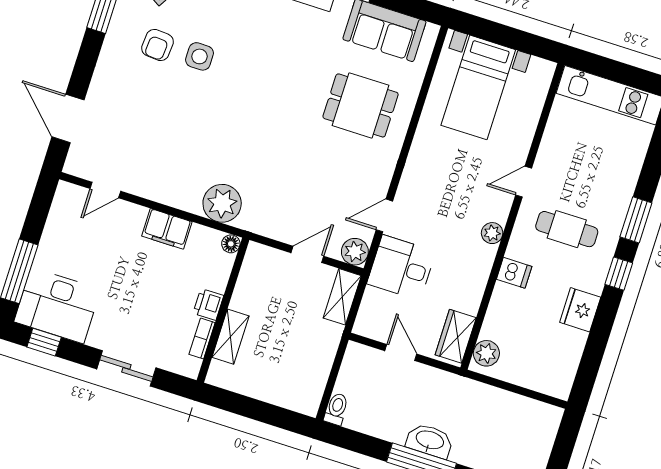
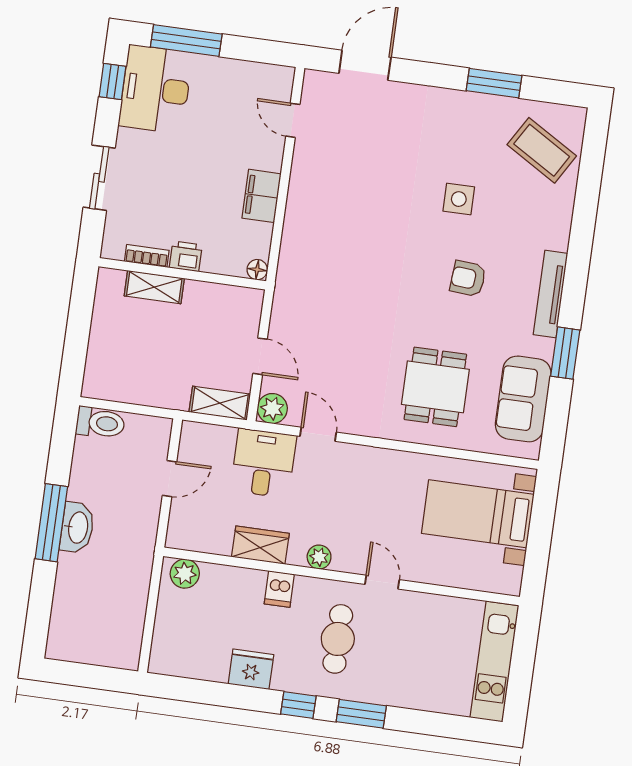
armchair: (157, 45) -> (468, 279), moved
plant: (222, 203) -> (300, 252), removed
wardrobe: (456, 336) -> (260, 545), moved
toilet: (336, 409) -> (100, 423), width x1.37, depth x1.39

